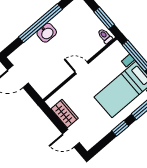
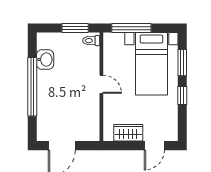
washbasin: (47, 33) -> (45, 60), moved
door: (82, 68) -> (101, 84), swing flipped

